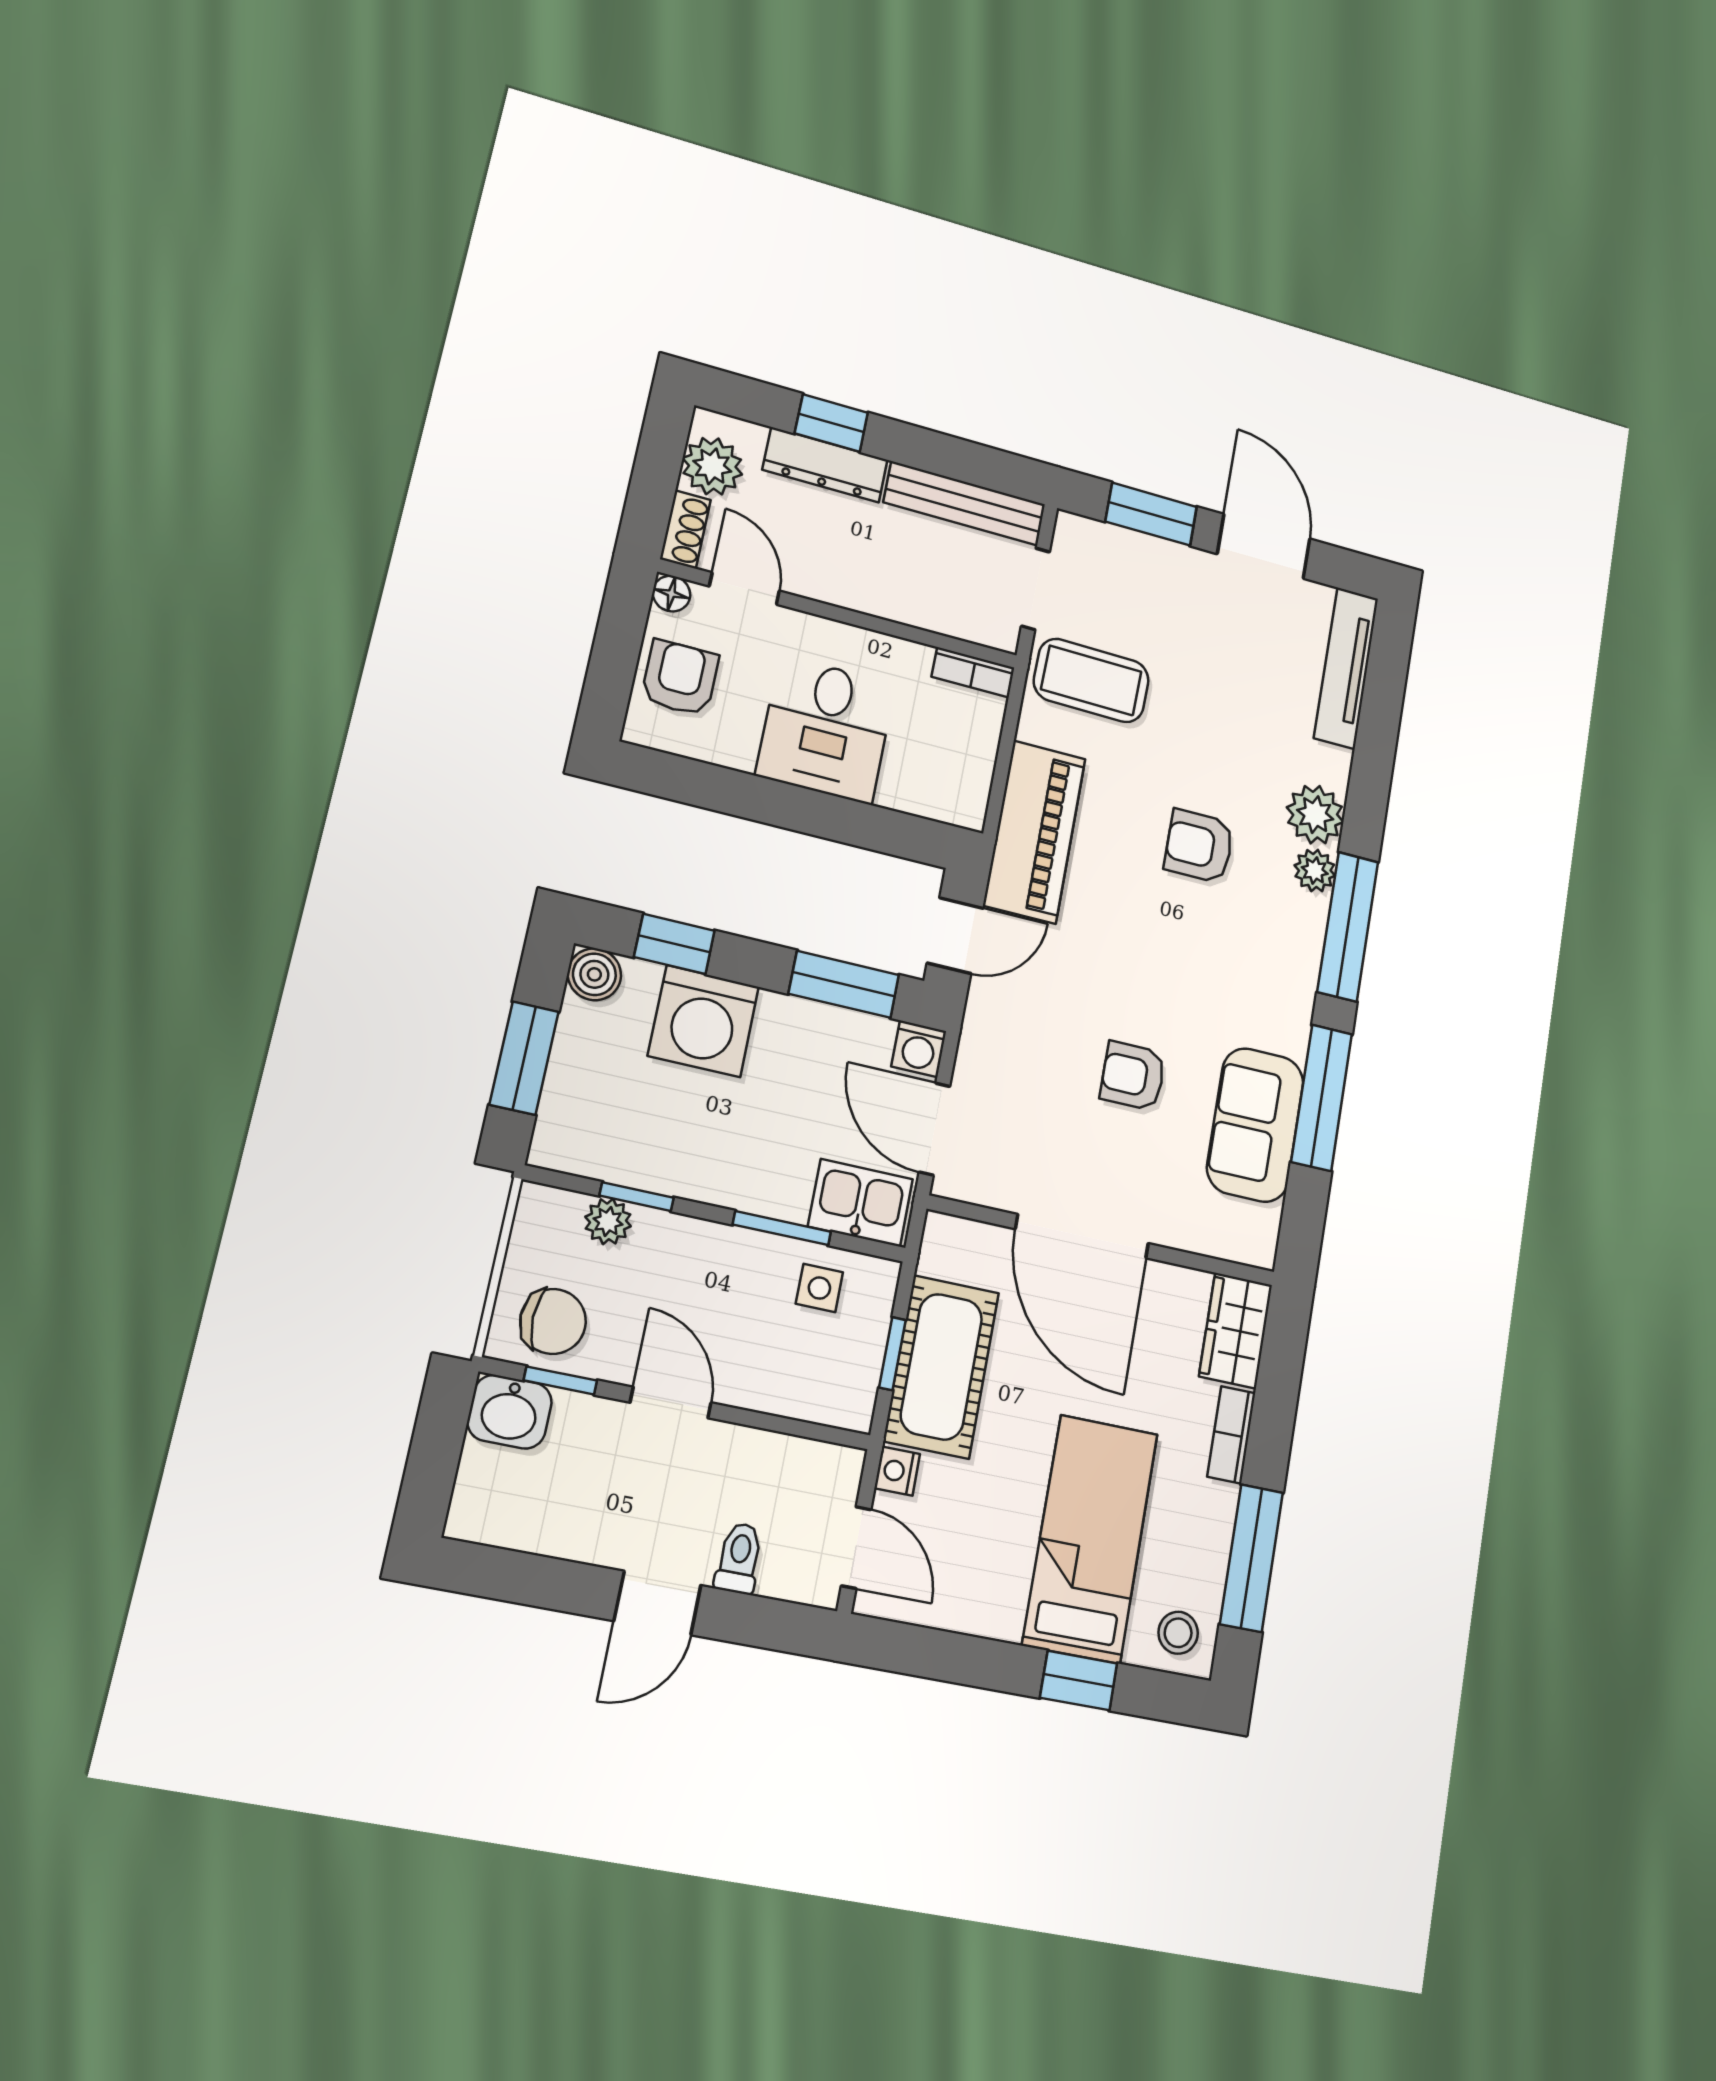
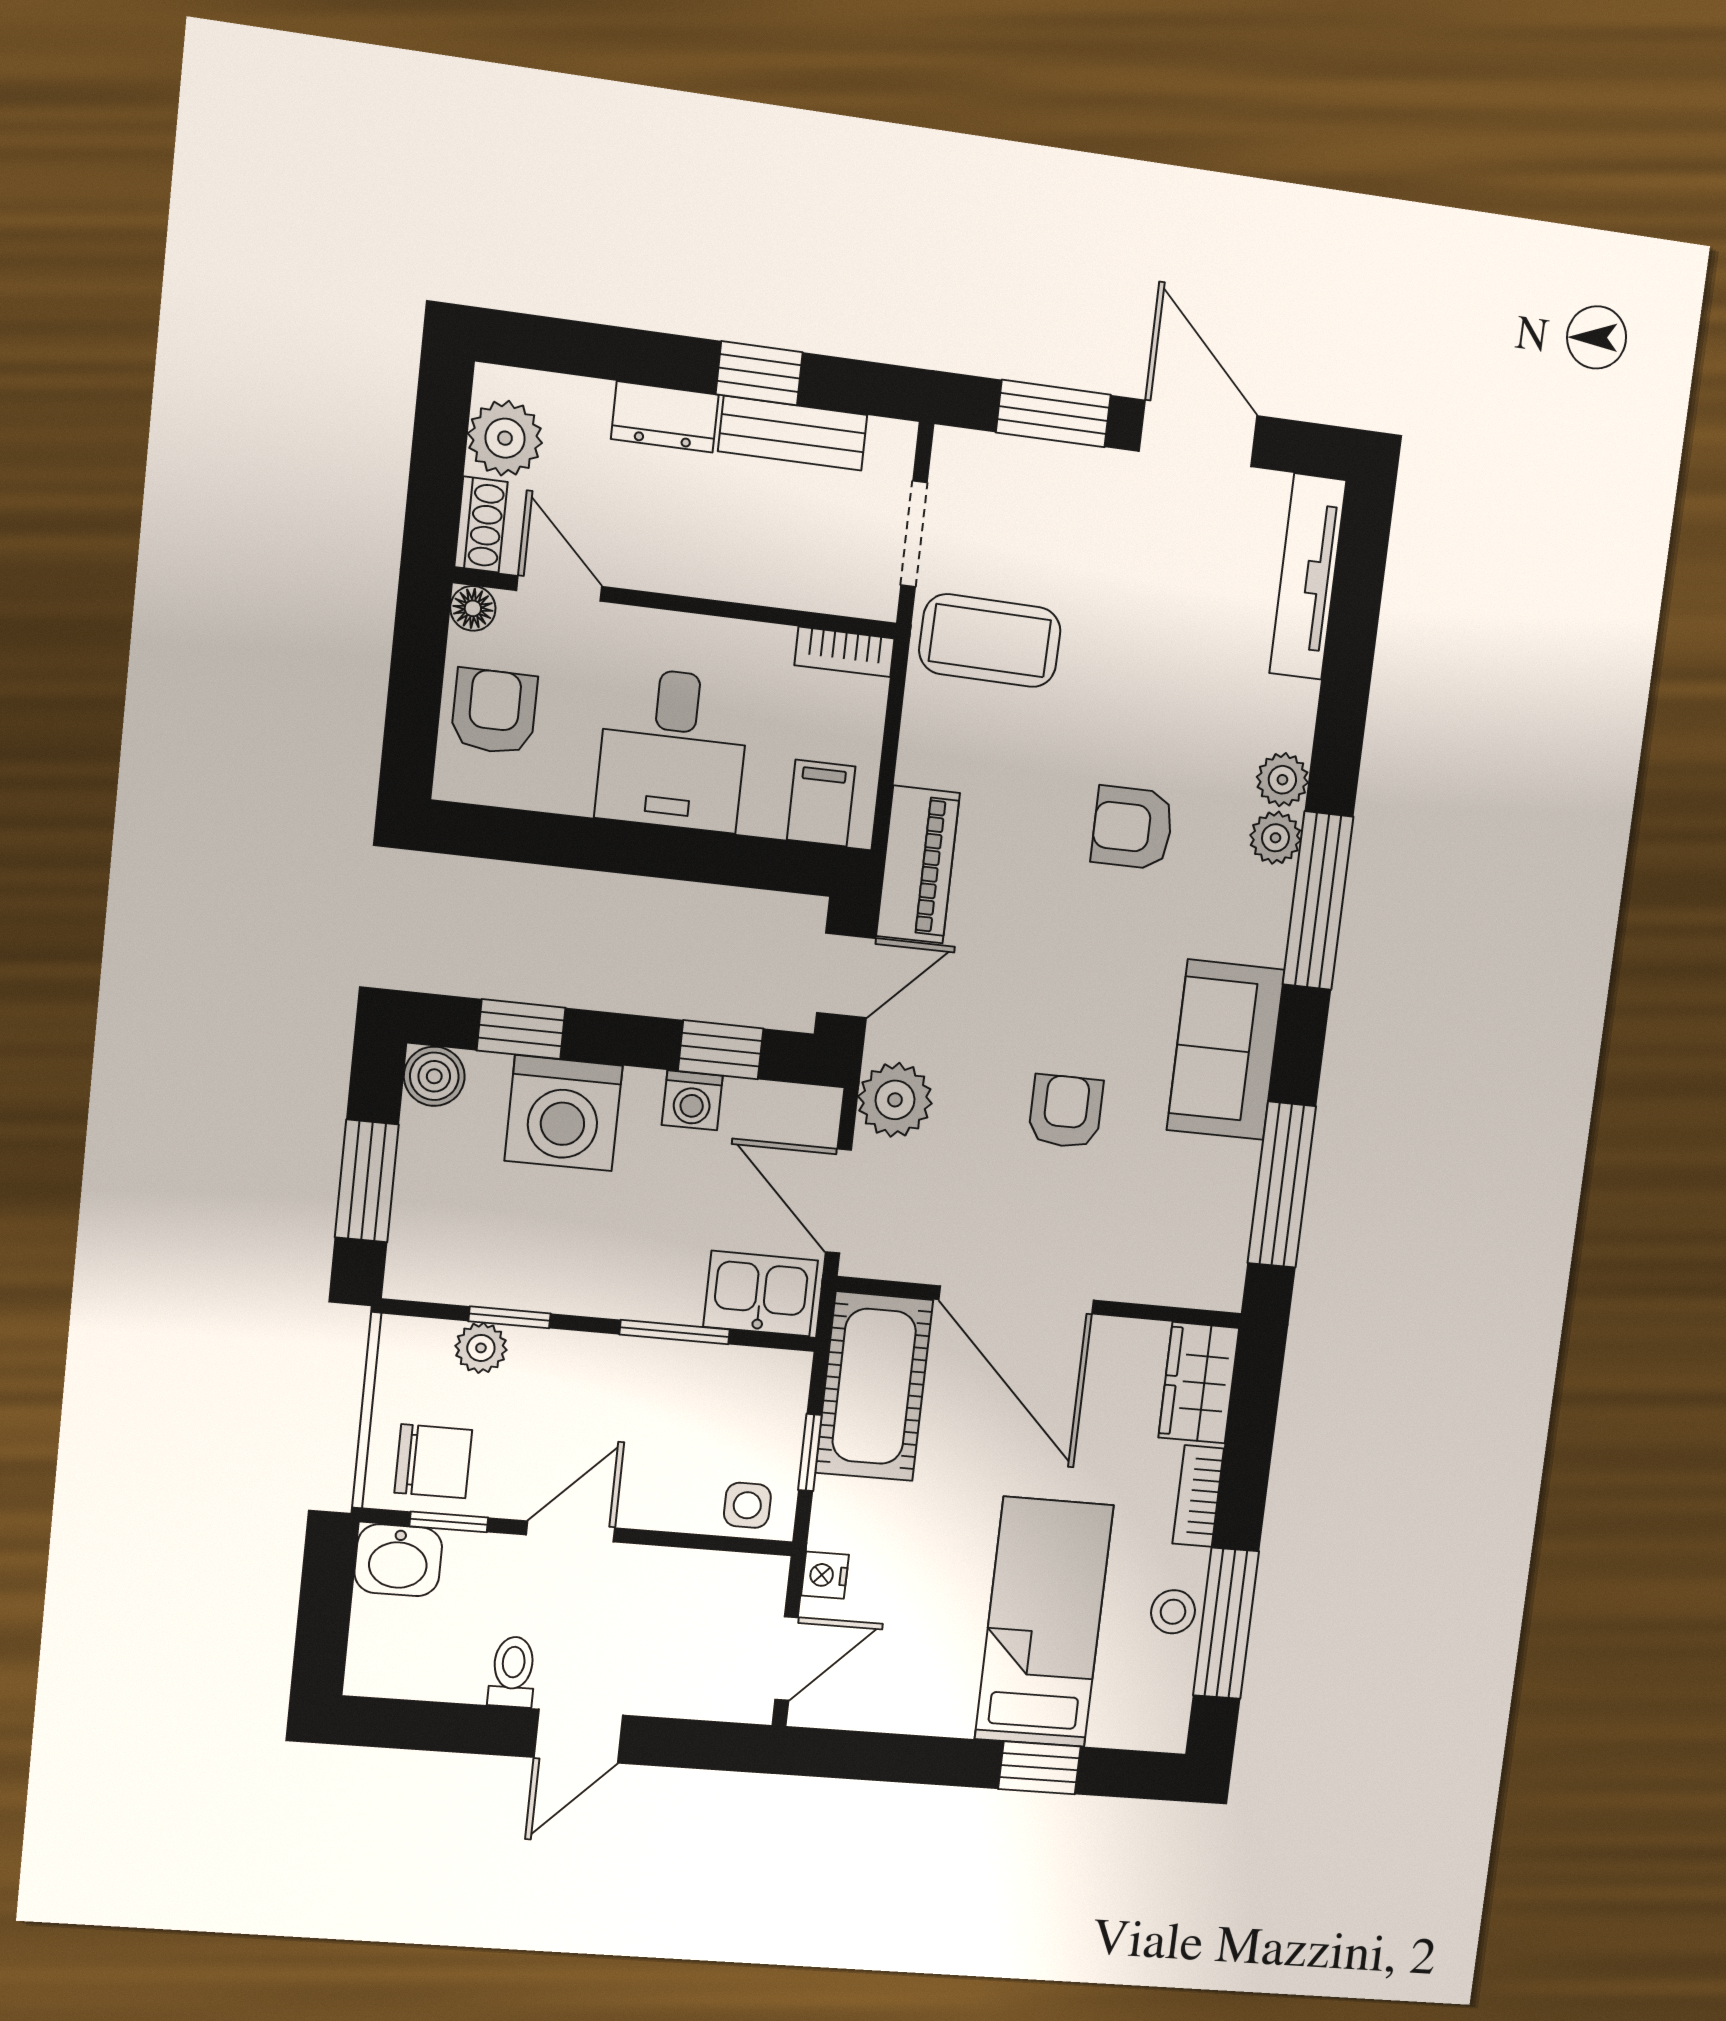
window: (831, 423) -> (759, 373), moved
dresser: (825, 465) -> (665, 417), width x0.70
bench: (965, 503) -> (793, 433), width x0.73
filing cabinet: (945, 790) -> (821, 803), added
plant: (1315, 815) -> (1282, 780), width x0.73, depth x0.73
piano: (1035, 832) -> (918, 865), width x0.73, depth x0.75
window: (844, 984) -> (721, 1050), width x0.67
plant: (989, 1047) -> (895, 1100), added
washing machine: (919, 1049) -> (692, 1100), moved
armchair: (1133, 1076) -> (1066, 1111), turned 90
window: (1322, 1098) -> (1282, 1185), moved
sofa: (1255, 1125) -> (1226, 1050), moved
side table: (819, 1288) -> (747, 1505), moved
cot: (941, 1367) -> (874, 1386), moved
door: (671, 1403) -> (571, 1531), hinge flipped
door: (856, 1548) -> (787, 1658), hinge flipped
toilet: (739, 1558) -> (513, 1672), moved
stool: (1178, 1633) -> (1173, 1612), moved

